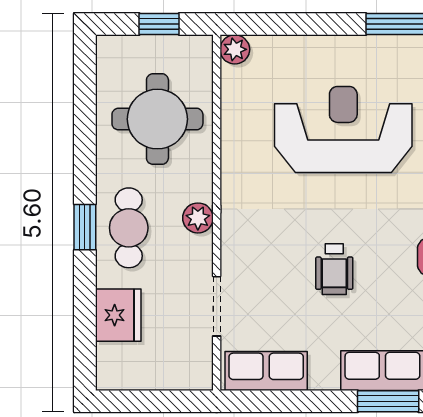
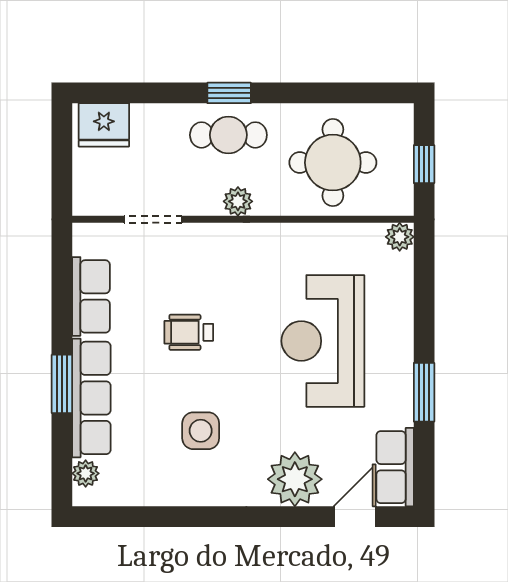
reception desk: (343, 129) -> (323, 341), turned 180
fridge: (118, 315) -> (104, 125), moved
row of seats: (266, 371) -> (91, 296), moved

